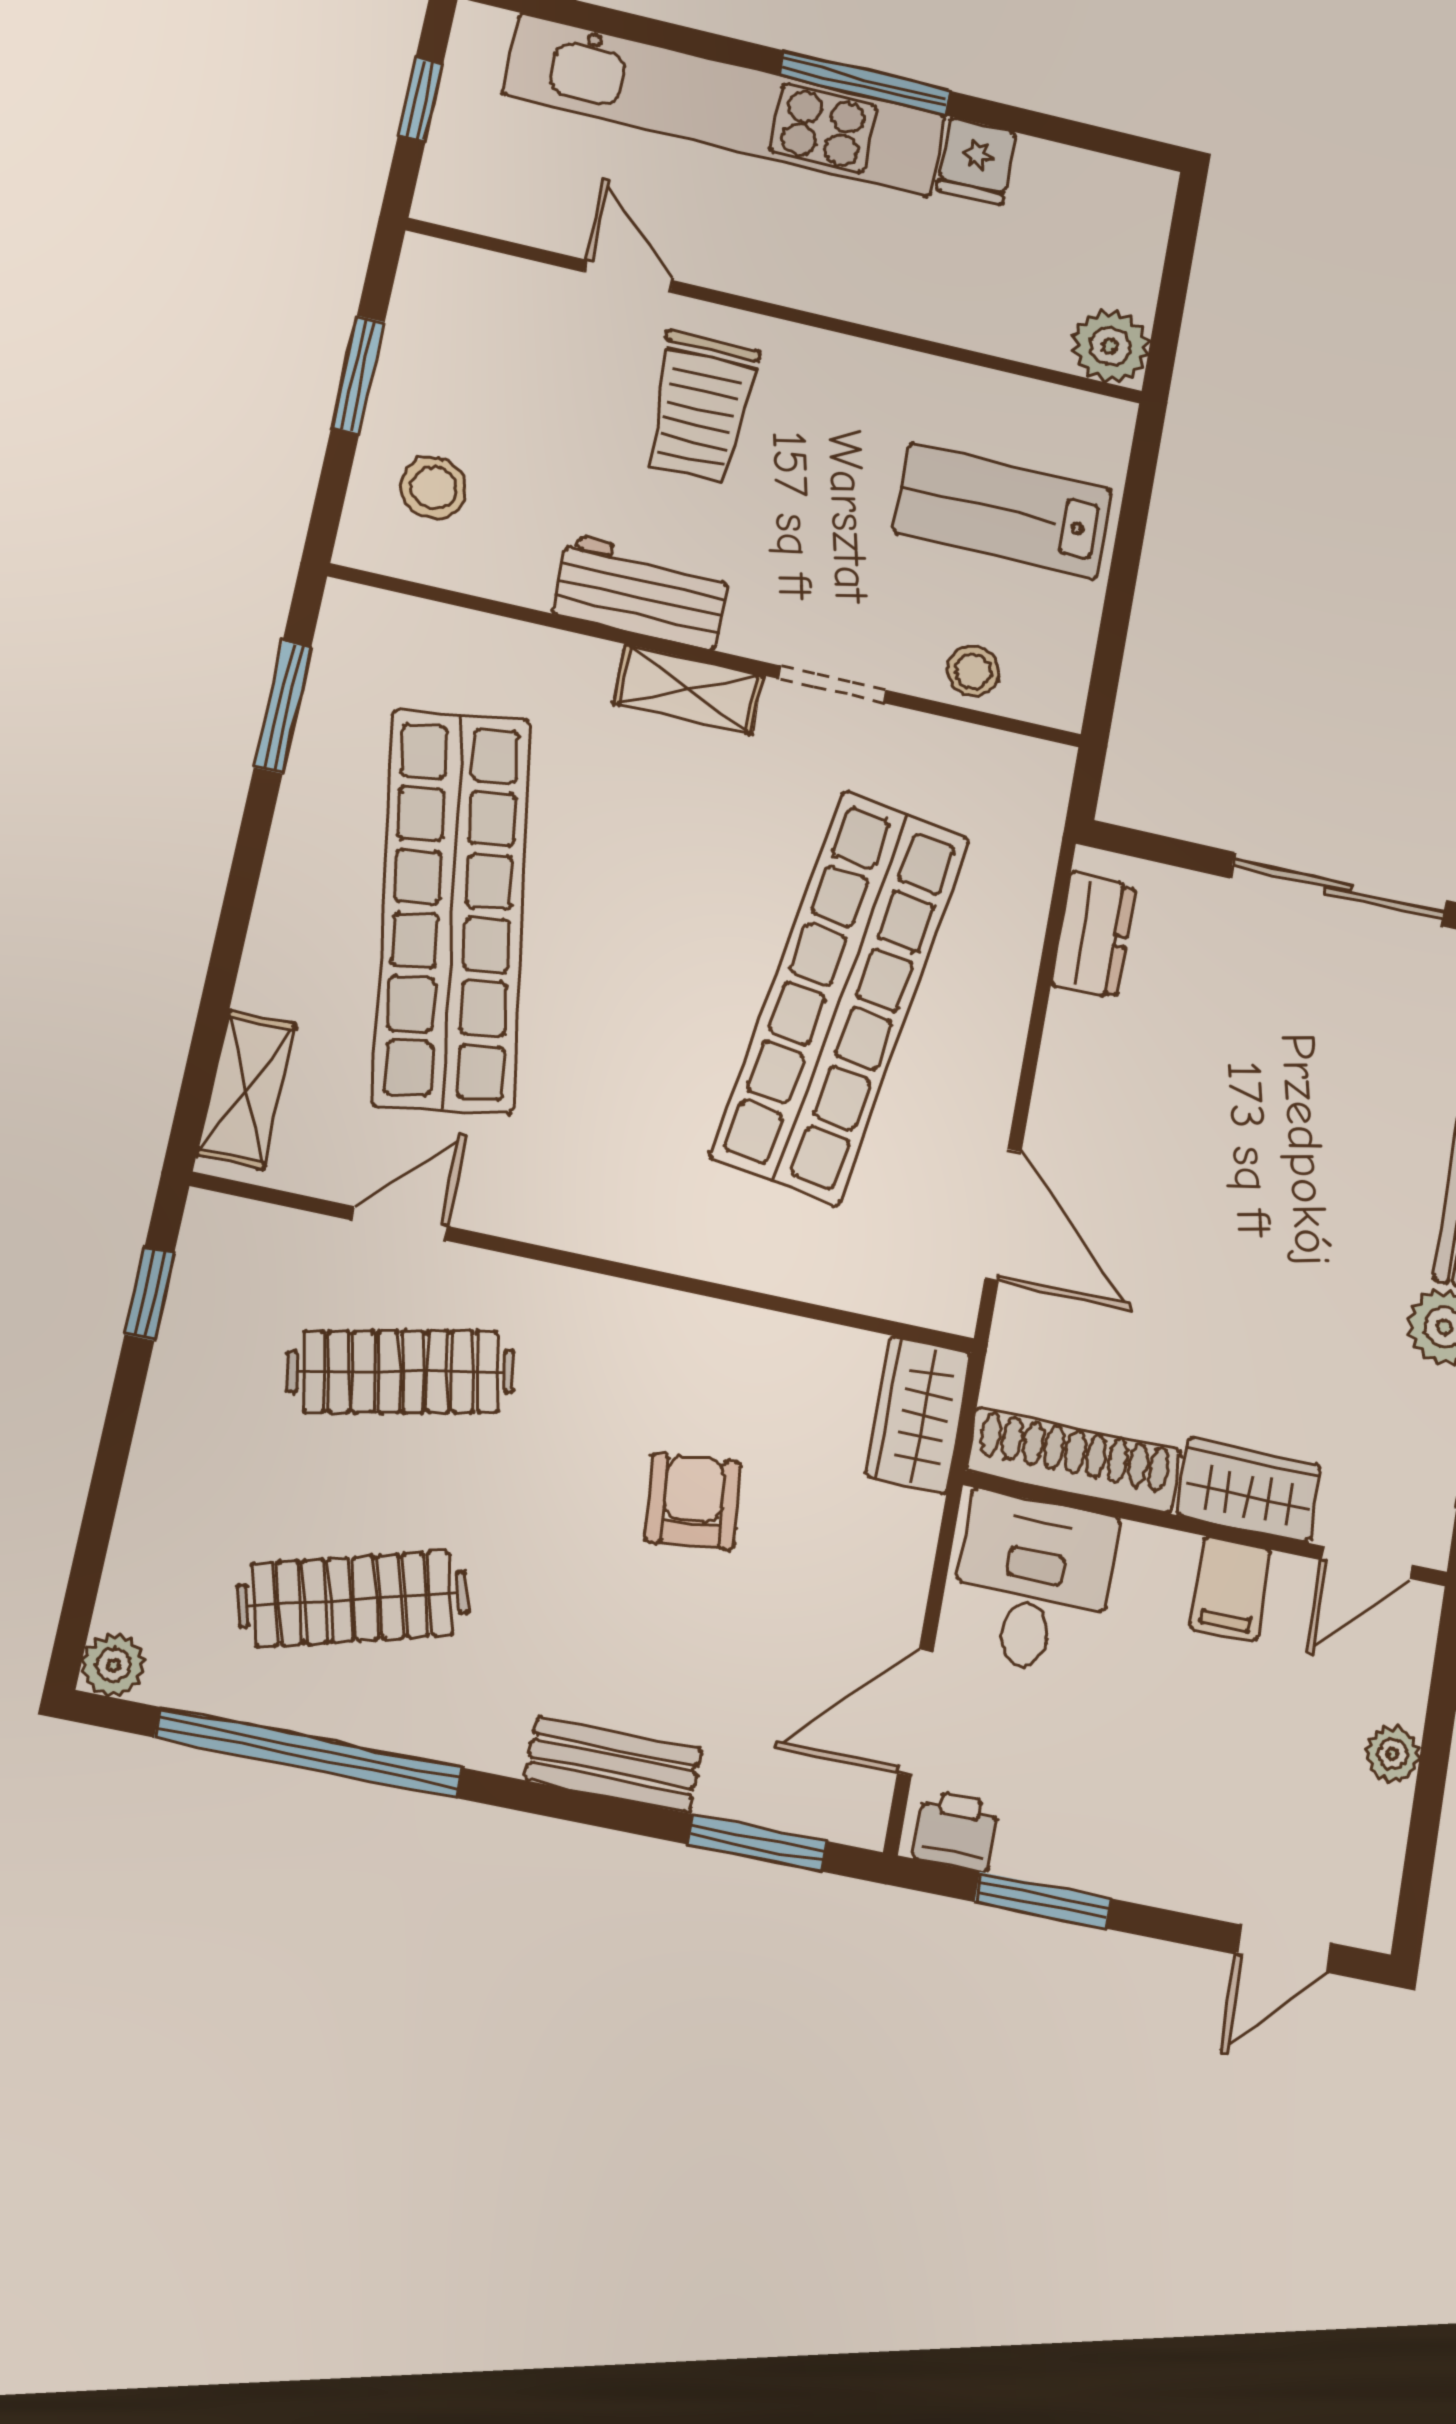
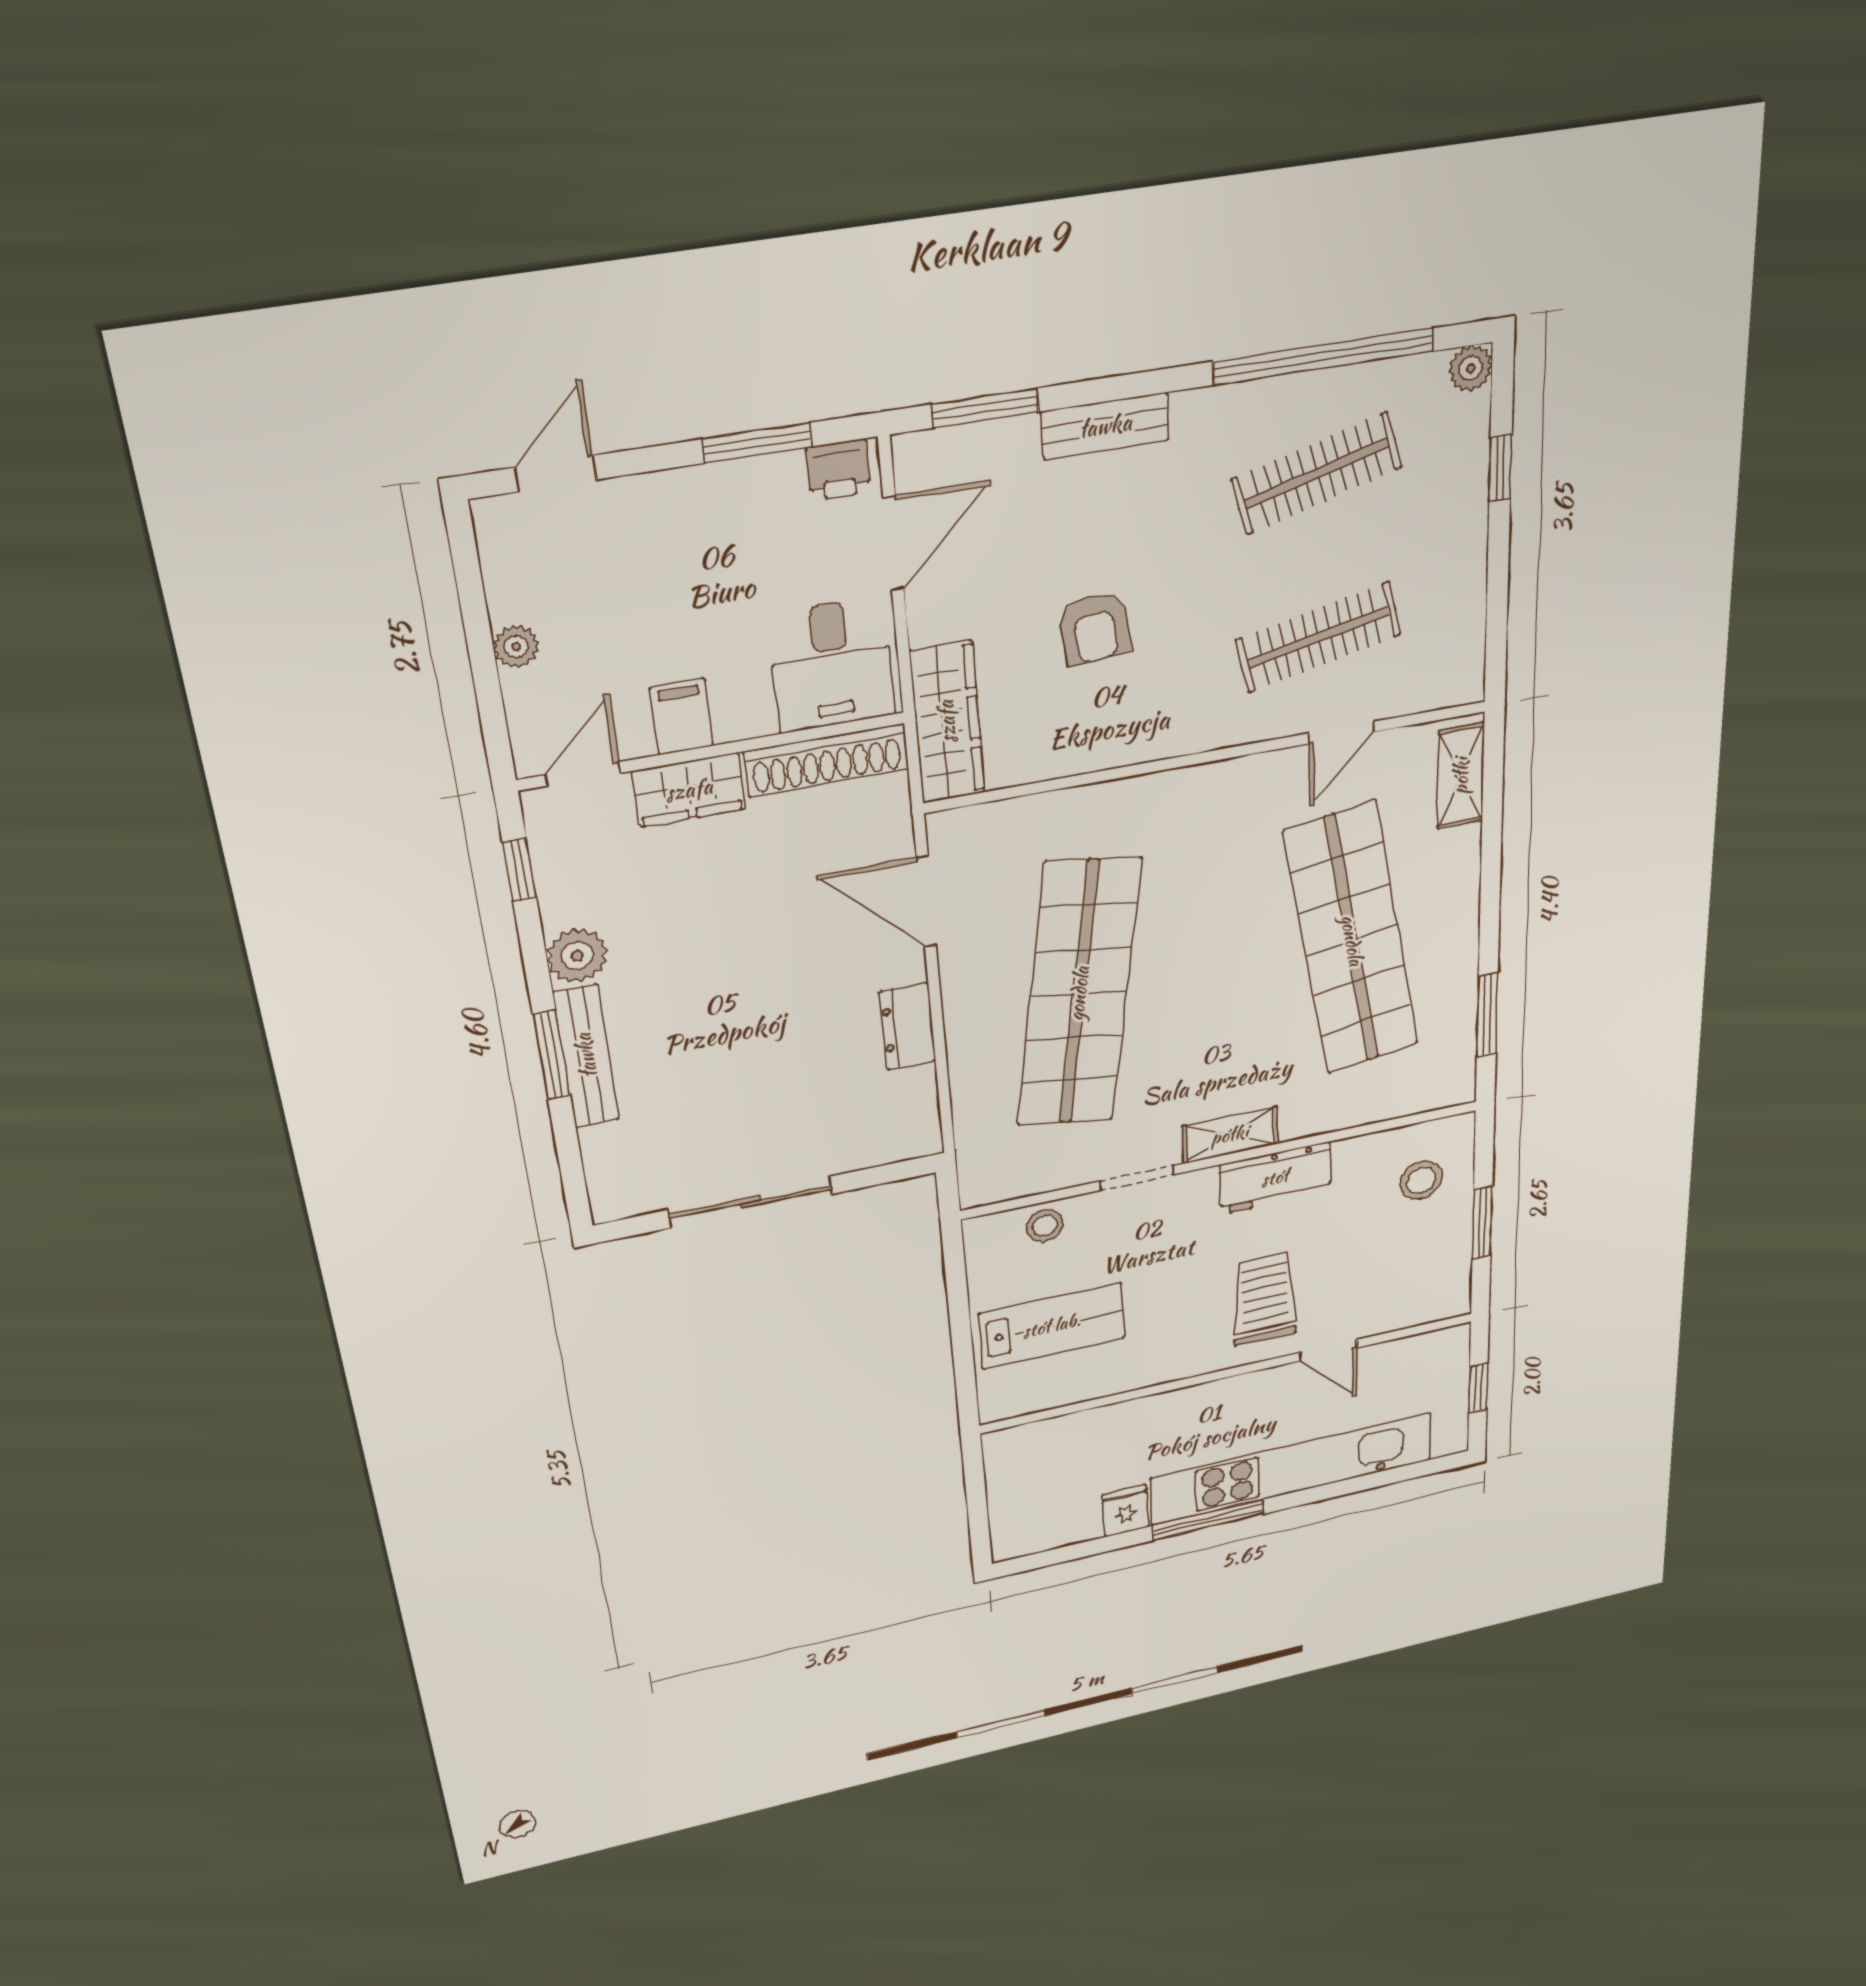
plant: (1110, 346) -> (1009, 1449), removed
dresser: (1094, 935) -> (907, 1026), moved
window: (149, 1294) -> (1500, 468), moved
wardrobe: (918, 1414) -> (947, 722), width x1.50

